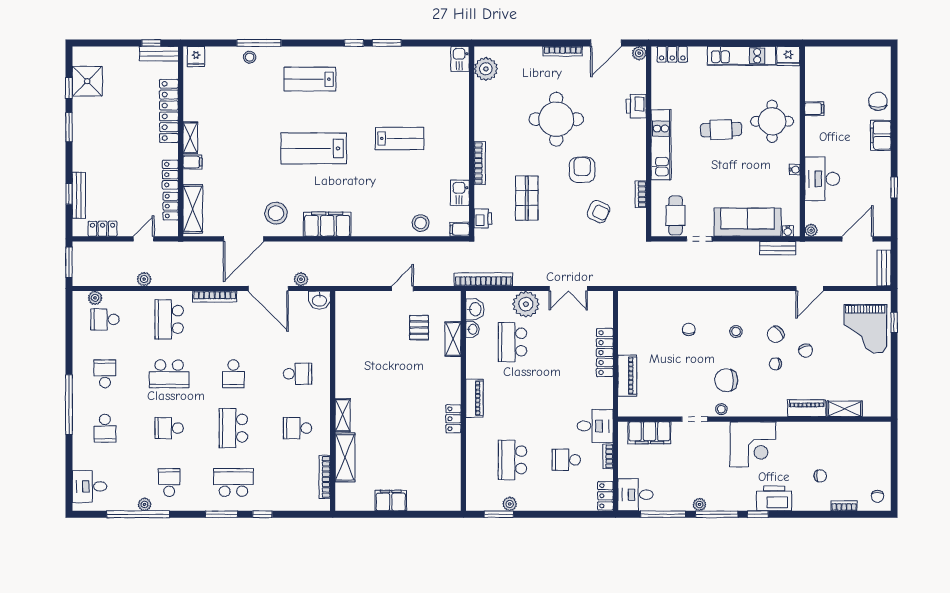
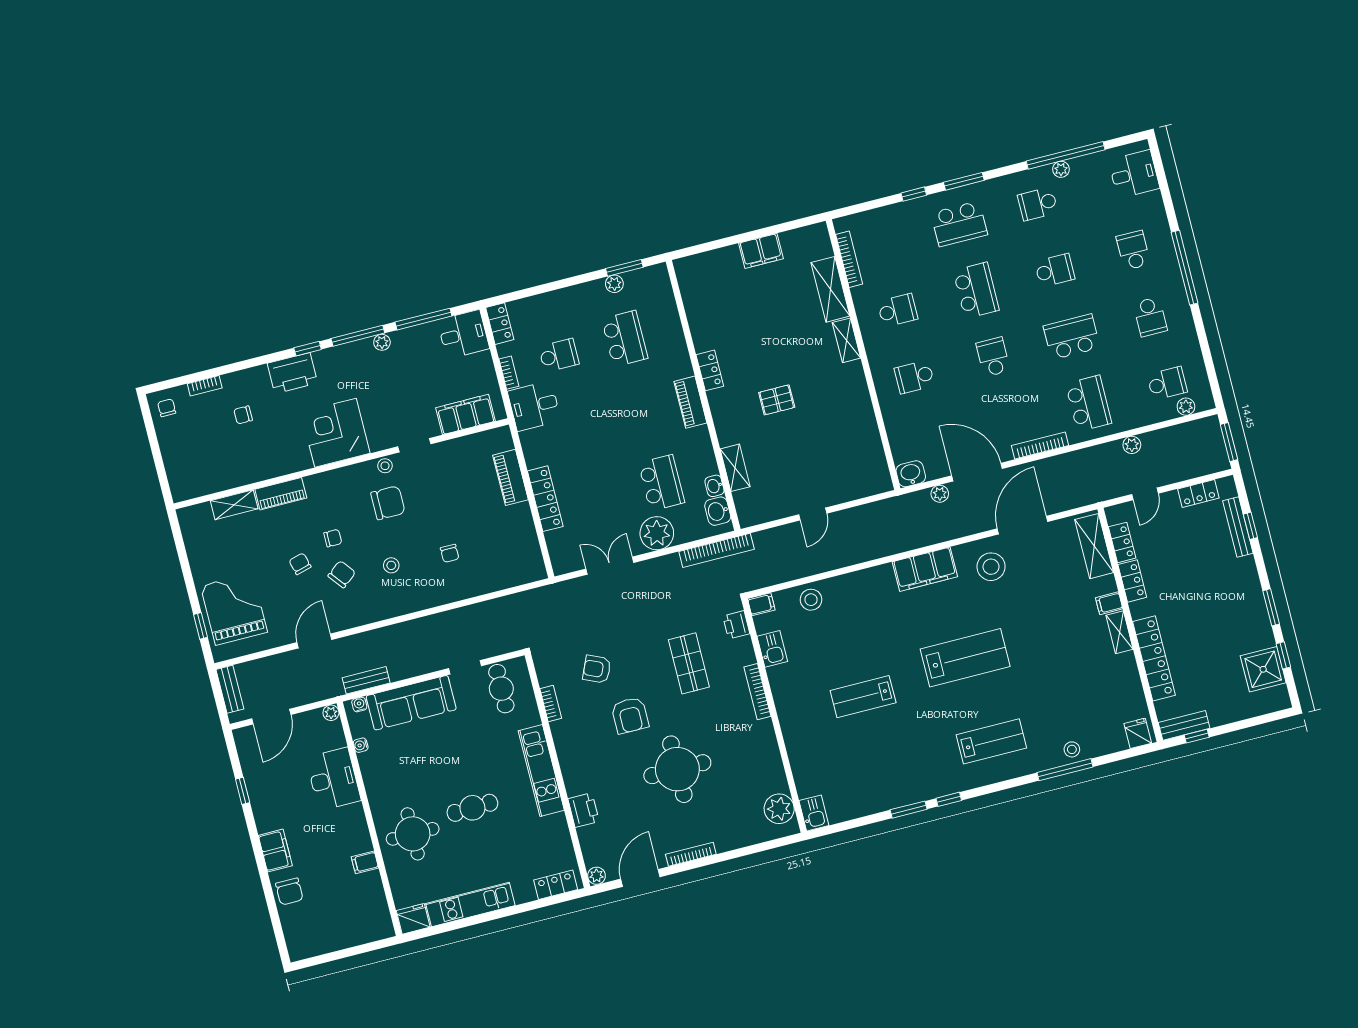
water cooler: (795, 170) -> (361, 745), moved
pallet: (419, 327) -> (777, 400), moved, turned 90
school desk: (169, 482) -> (1038, 204), turned 90

